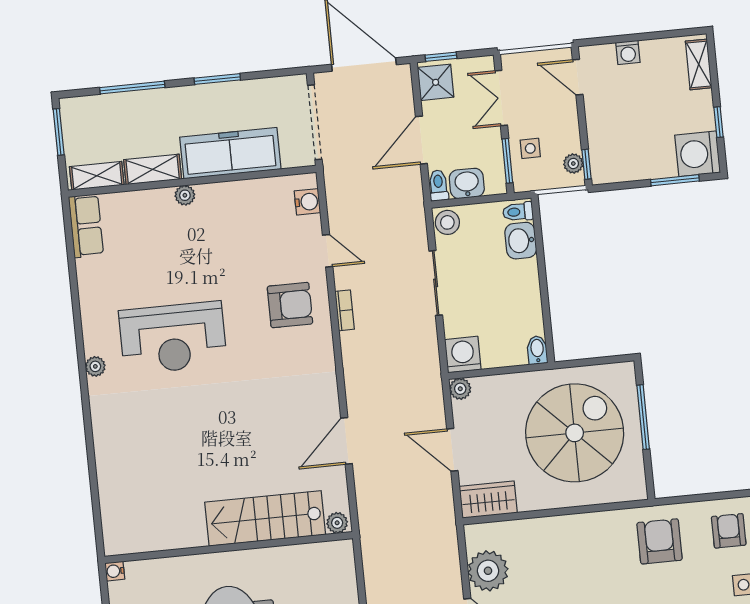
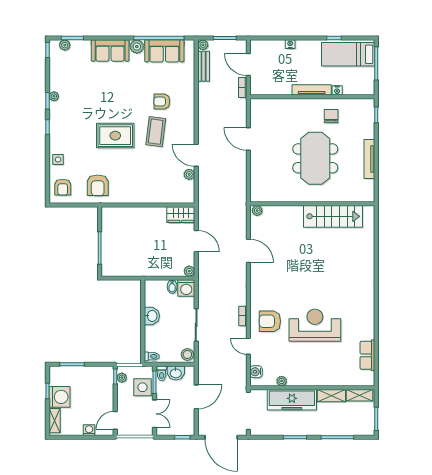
door: (578, 77) -> (115, 420), swing flipped
shower: (436, 82) -> (186, 425), removed
side table: (530, 148) -> (142, 387), width x1.87, depth x1.87
washing machine: (698, 154) -> (59, 397), moved
toilet: (438, 185) -> (162, 373), moved
plant: (185, 195) -> (282, 381), moved
row of seats: (86, 226) -> (367, 355), moved
washbasin: (521, 241) -> (152, 316), moved
reception desk: (173, 338) -> (315, 325), moved
bidet: (537, 350) -> (172, 287), moved
plant: (95, 366) -> (370, 300), removed
spiral stairs: (575, 433) -> (135, 243), removed
door: (347, 441) -> (248, 251), hinge flipped
stairs: (265, 518) -> (333, 216), moved
water cooler: (115, 571) -> (370, 198), removed
plant: (488, 571) -> (189, 174), width x0.53, depth x0.53

